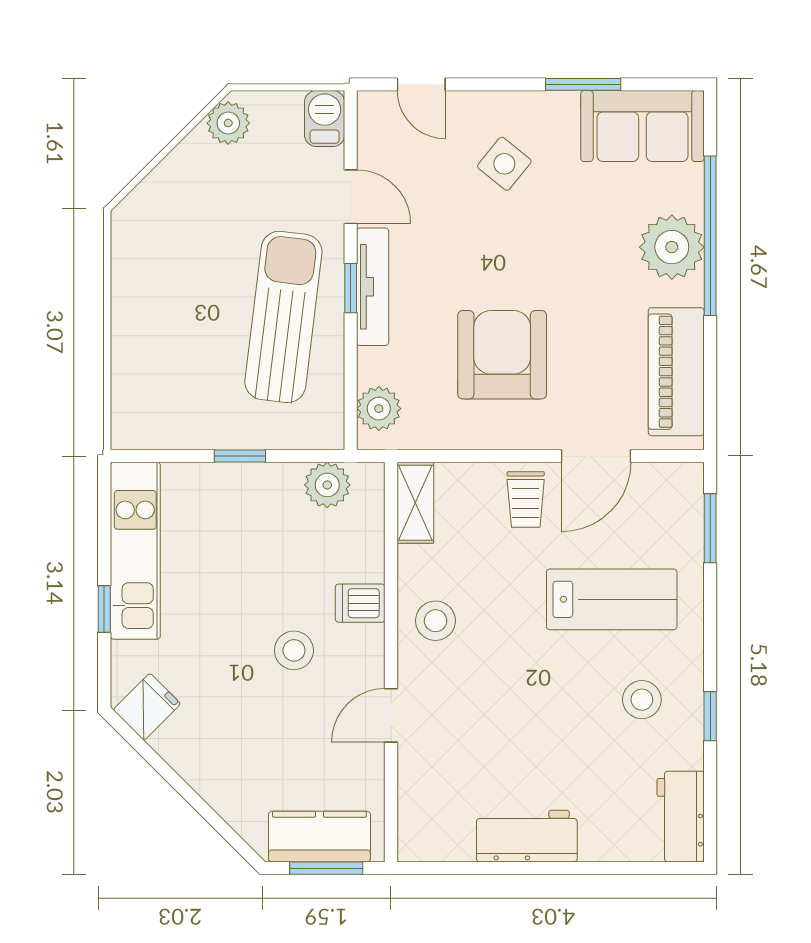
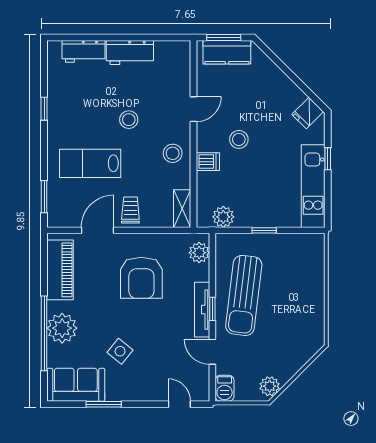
side table: (504, 164) -> (120, 351), moved
stool: (642, 700) -> (129, 120), moved
workbench: (681, 817) -> (84, 51), moved, turned 90

